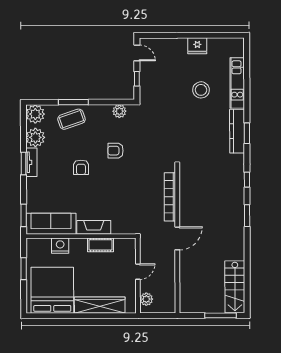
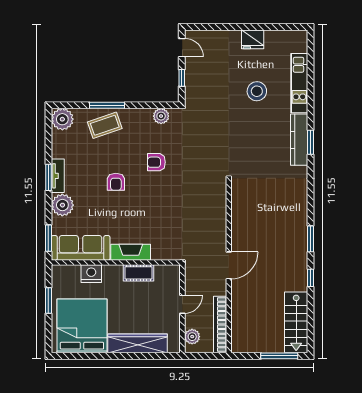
plant: (35, 137) -> (62, 205), moved
window: (247, 180) -> (311, 278), moved
bookcase: (170, 197) -> (220, 325), moved

